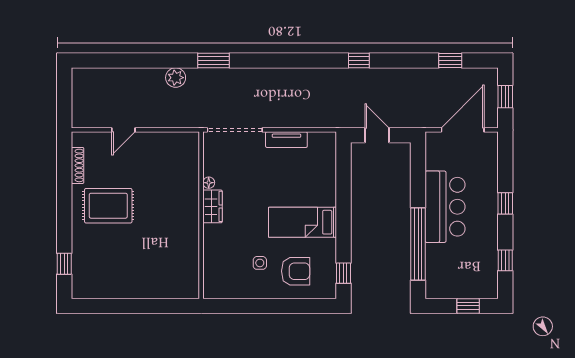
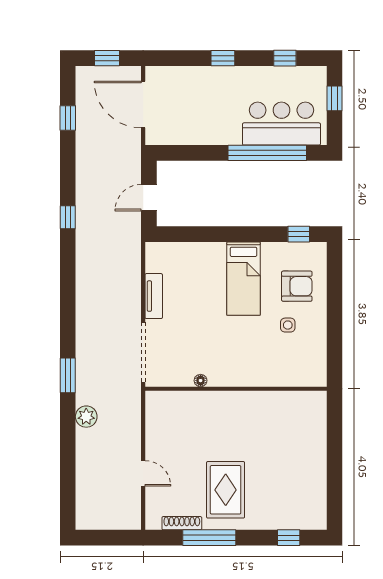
window: (64, 191) -> (209, 538), added
wardrobe: (213, 206) -> (226, 376), removed
bar counter: (445, 207) -> (281, 124), moved
armchair: (296, 271) -> (297, 286), turned 90

